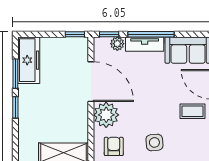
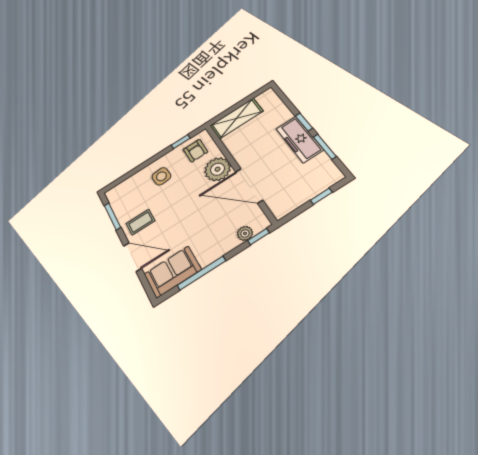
window: (75, 34) -> (321, 196), moved
window: (151, 34) -> (202, 273), moved
tv unit: (145, 44) -> (218, 250), removed
freezer: (29, 60) -> (299, 139), moved

